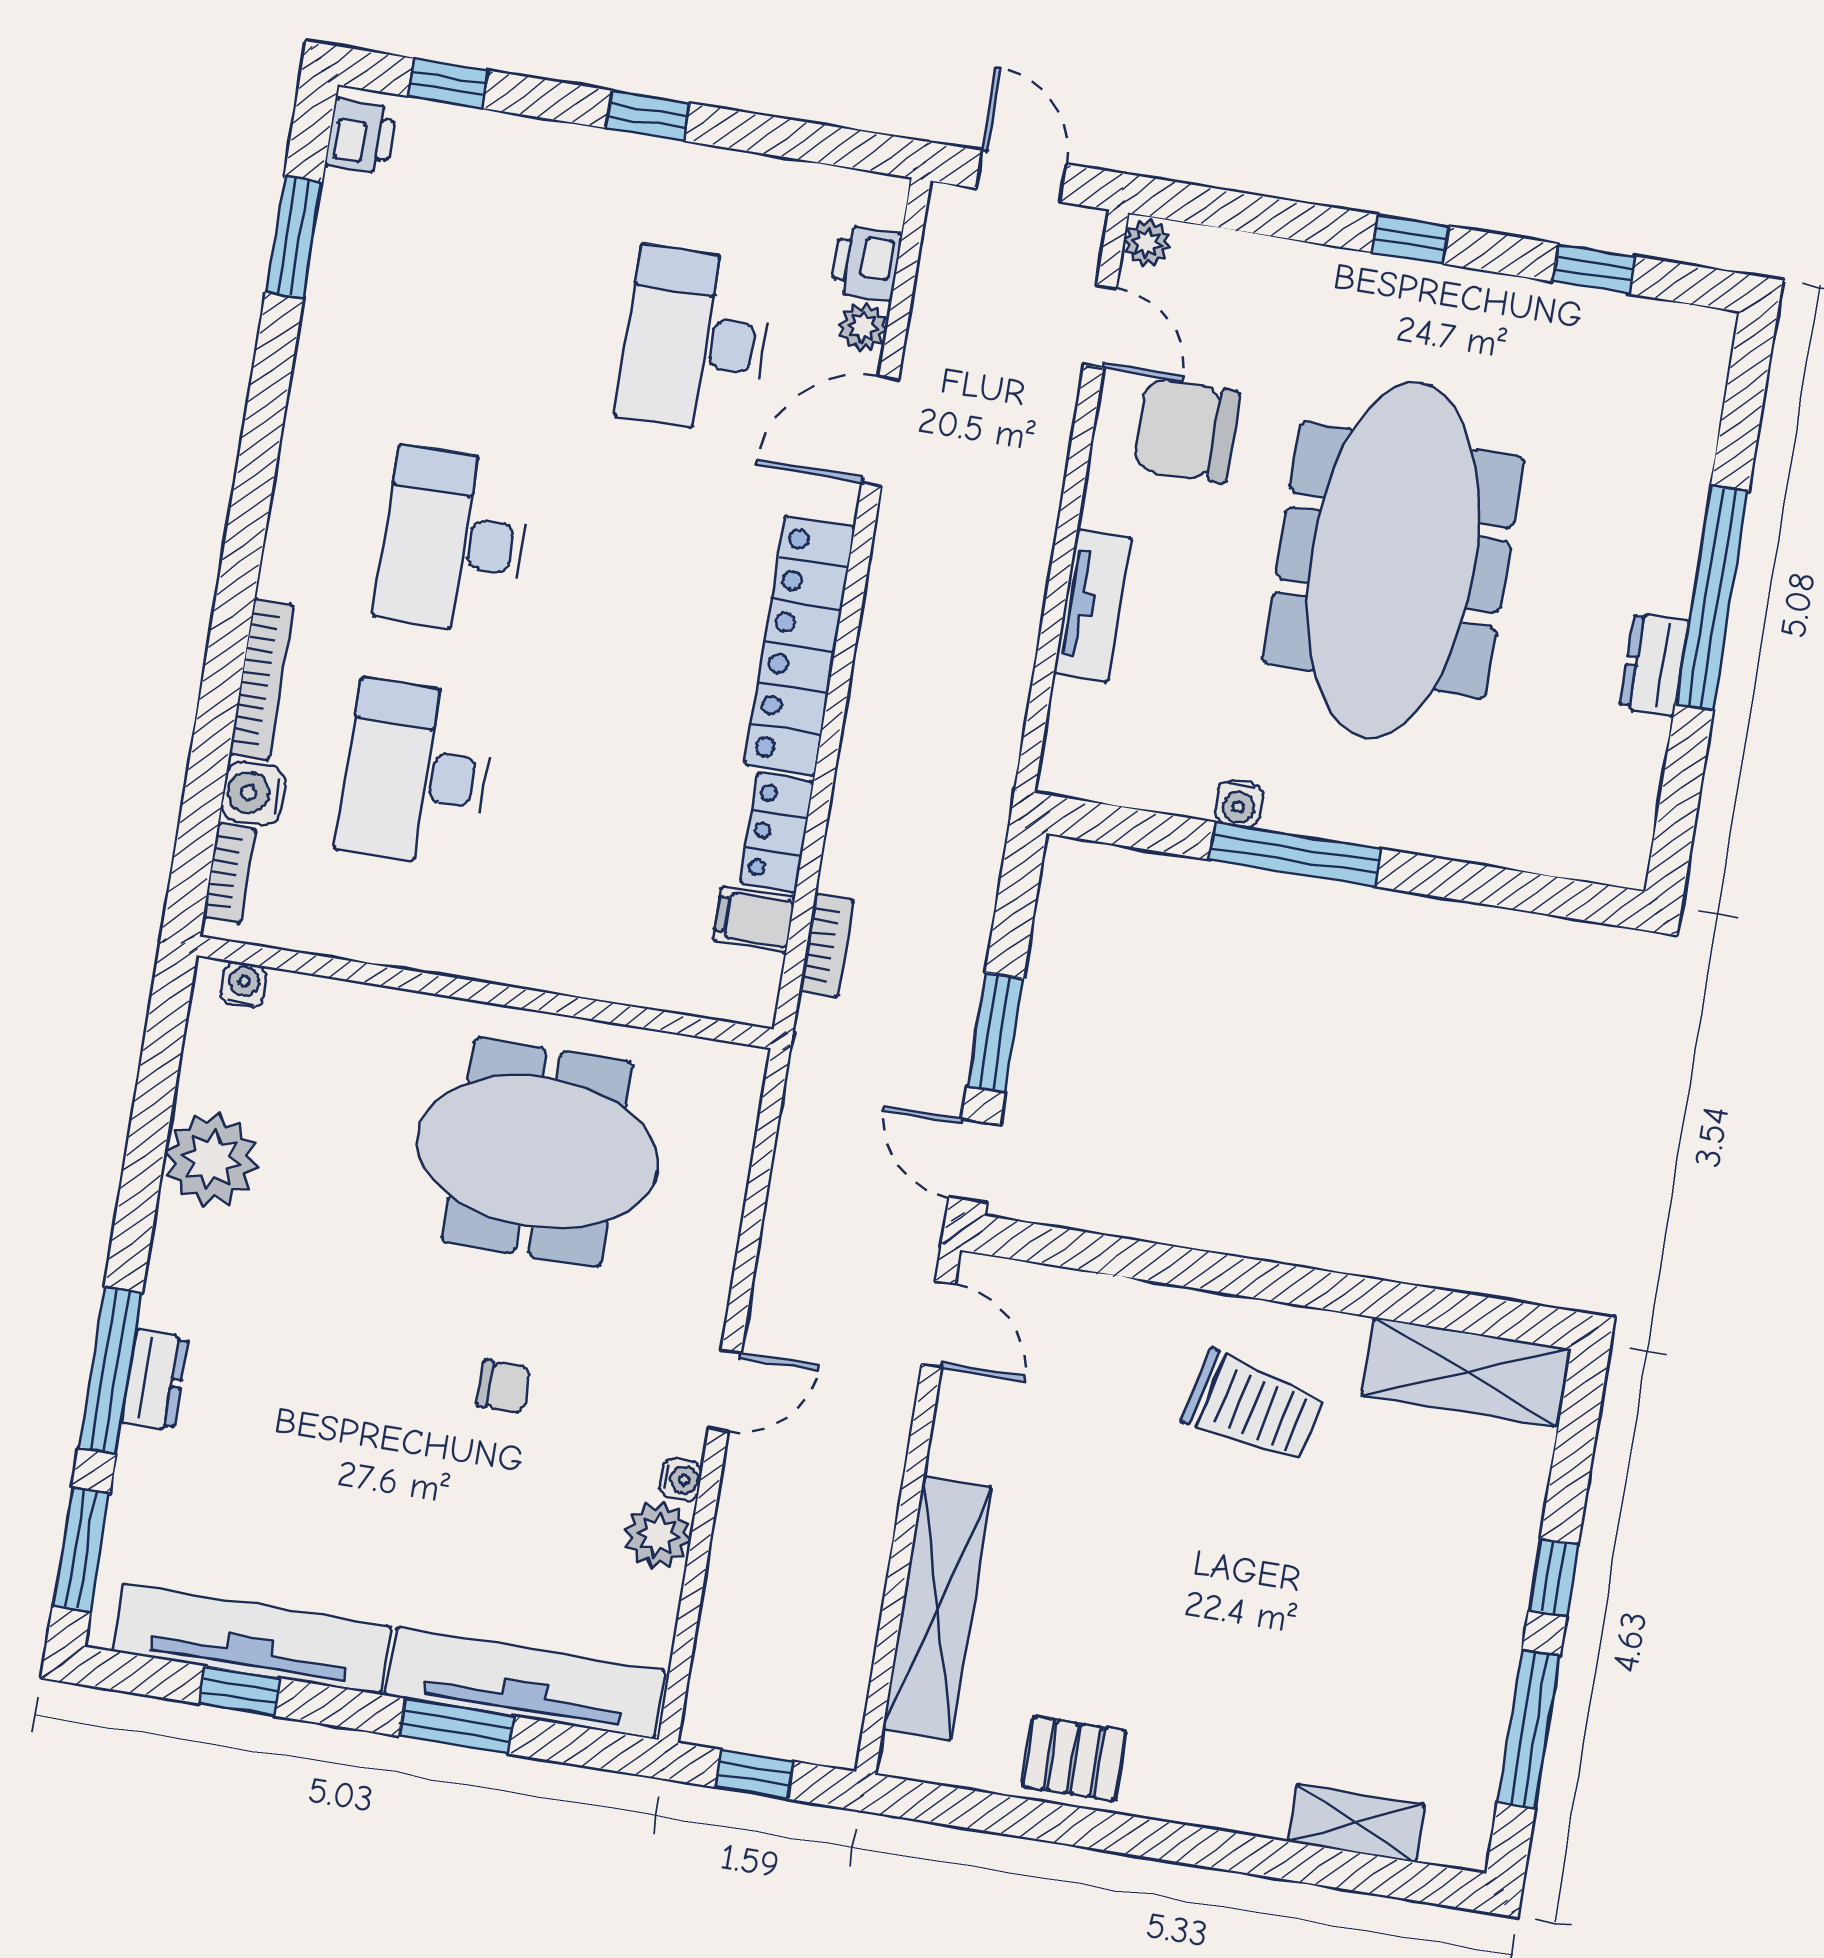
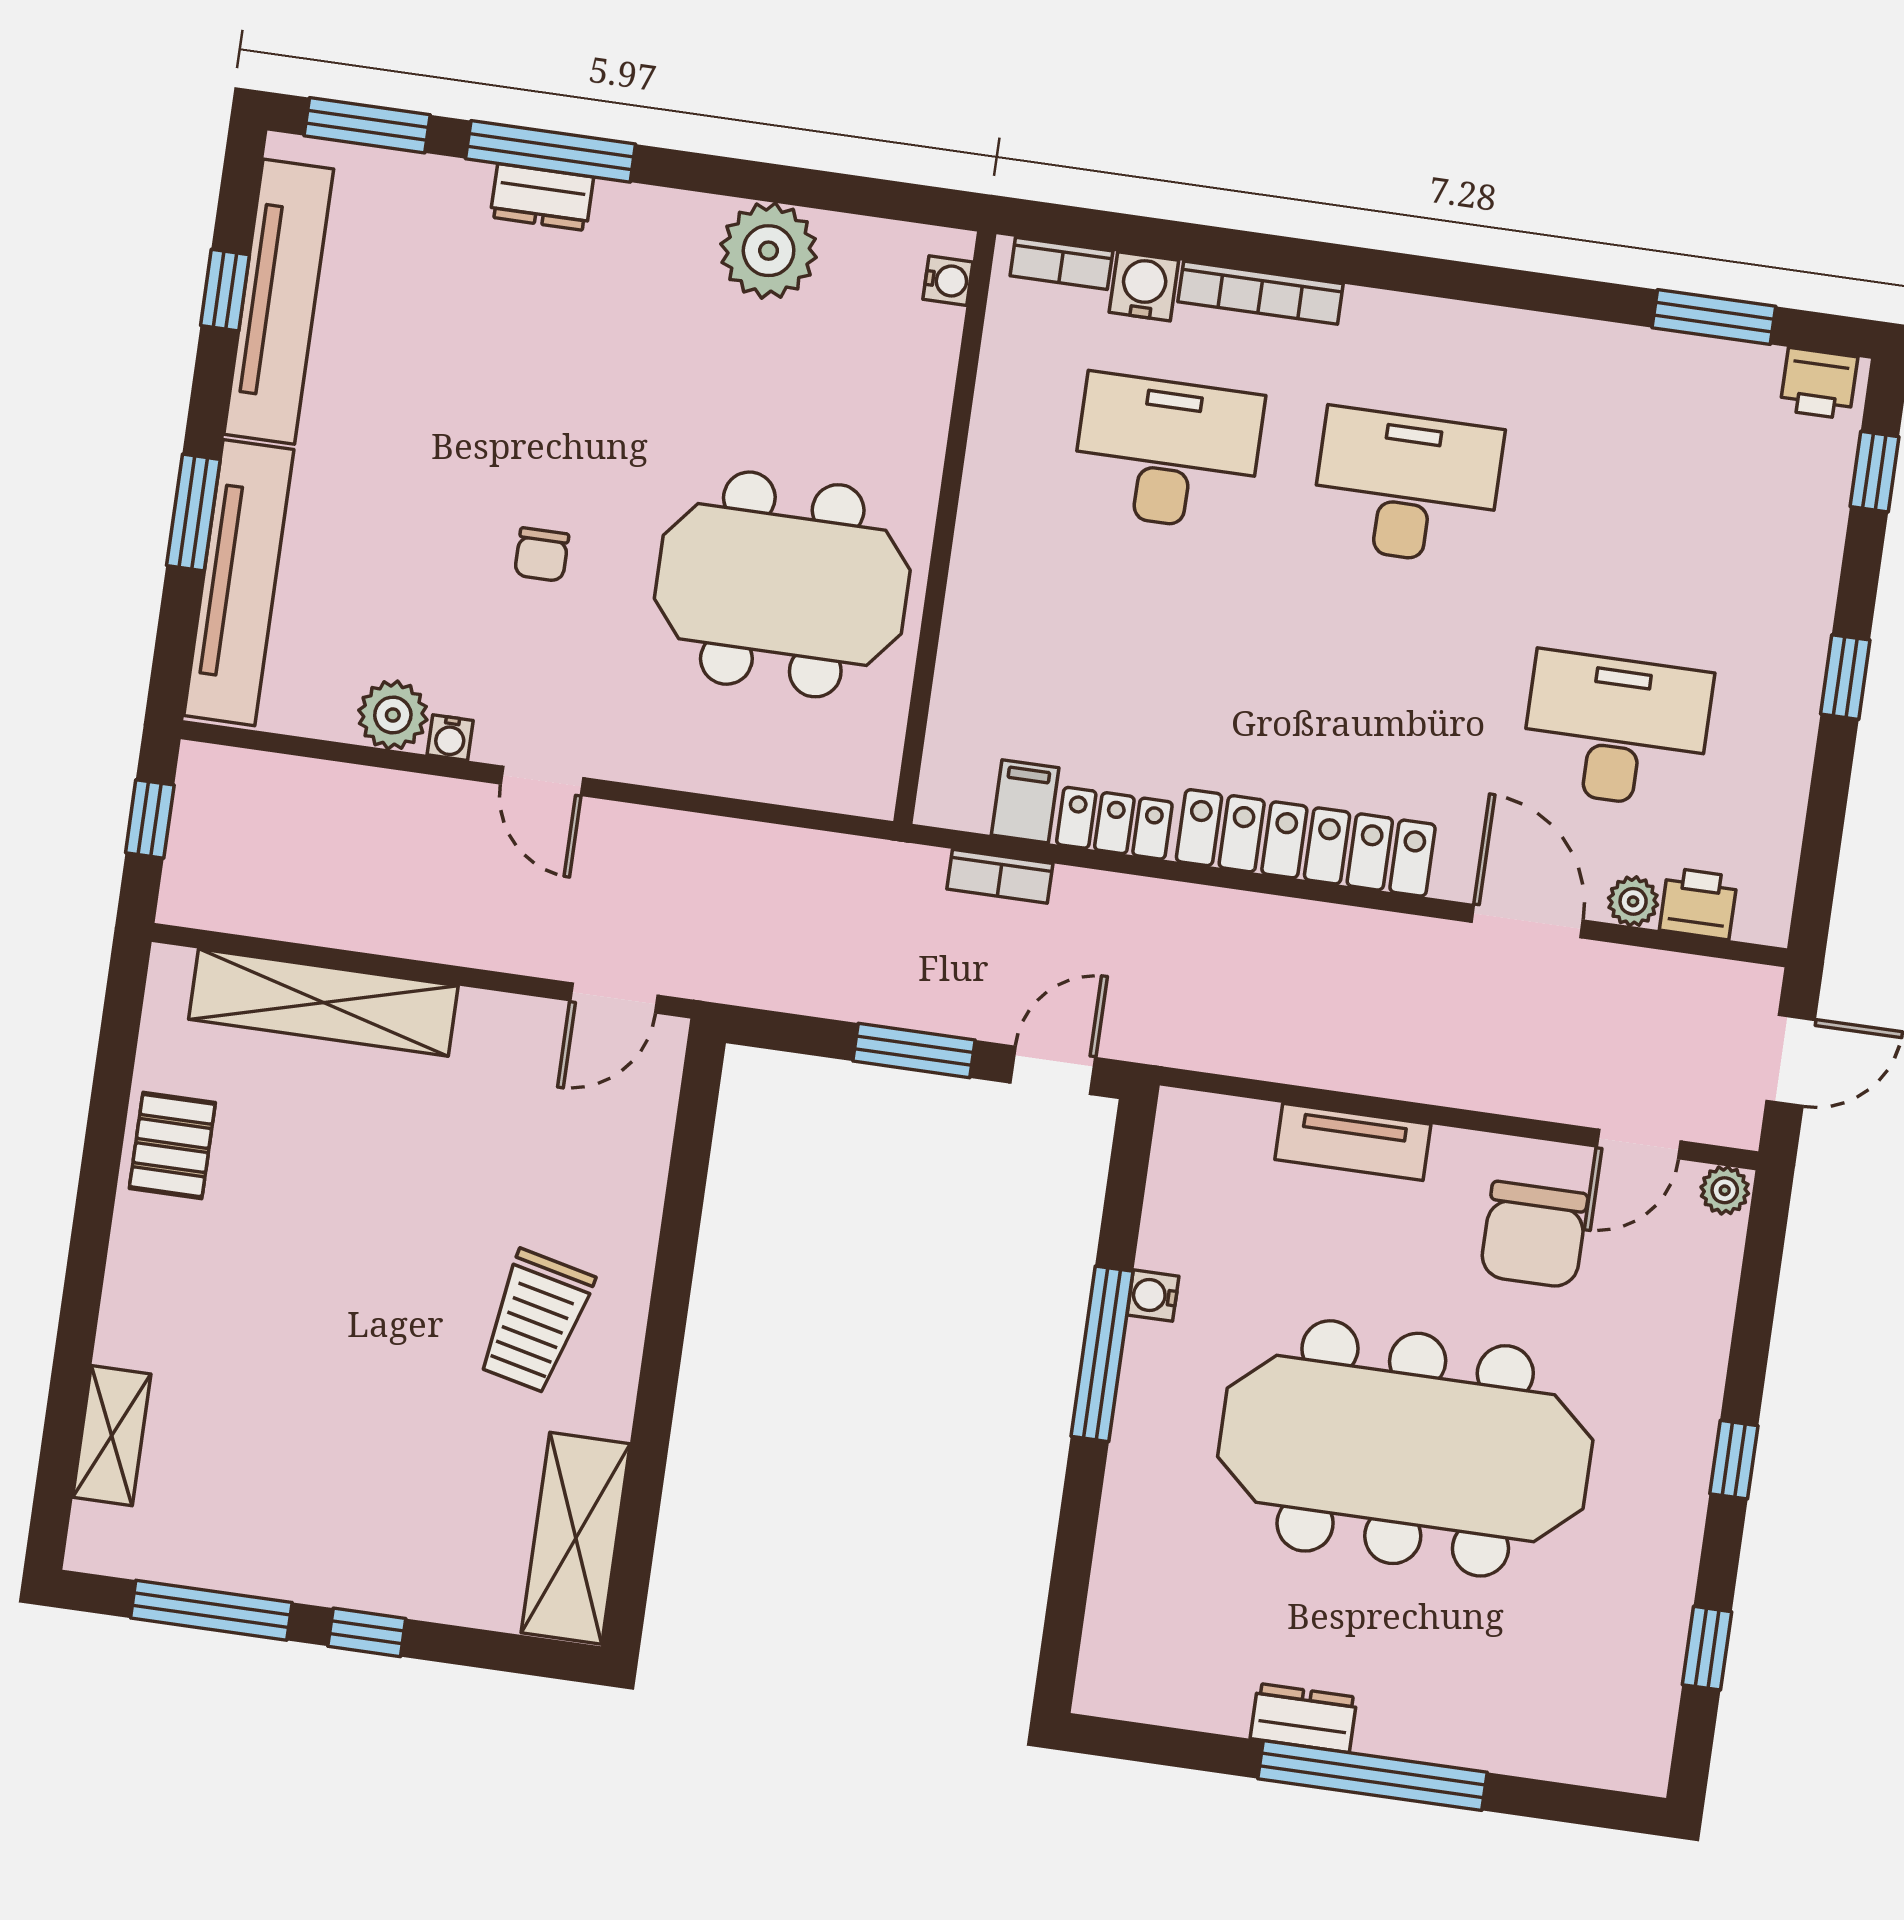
chair: (1187, 430) -> (1534, 1235), turned 180
meeting table: (538, 1152) -> (782, 584), turned 90
door: (974, 1161) -> (1053, 1070), moved

